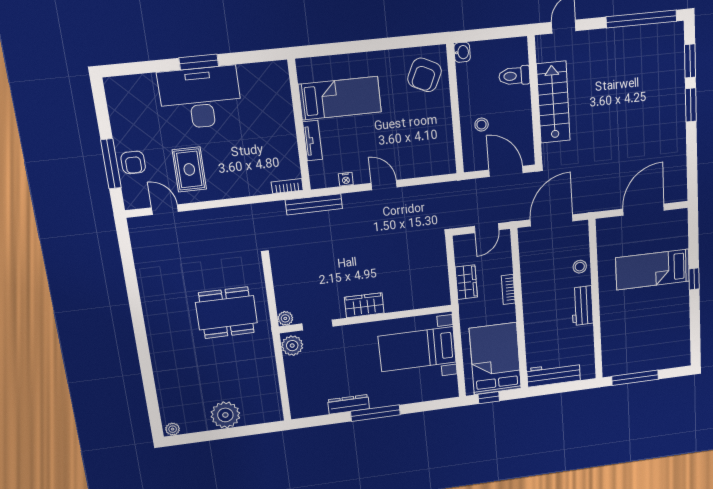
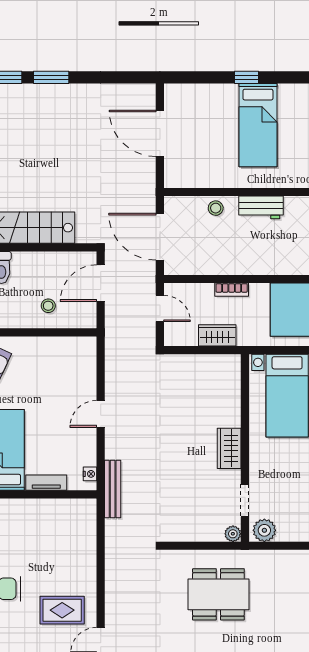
nightstand: (346, 179) -> (90, 474), moved
bookcase: (287, 186) -> (90, 514), removed
bed: (653, 269) -> (258, 125), moved
dining table: (226, 313) -> (218, 594), turned 90

